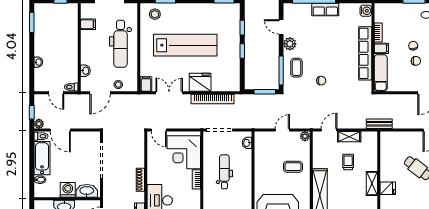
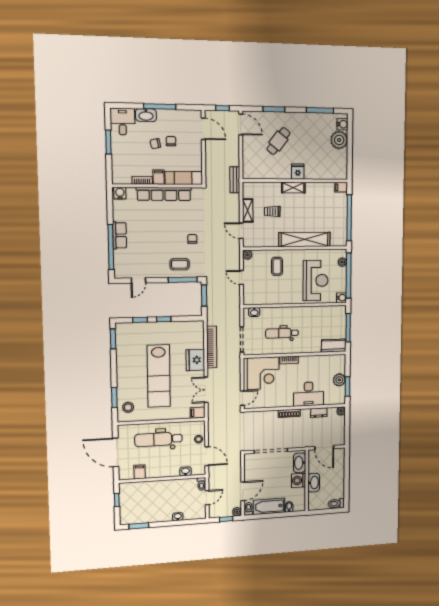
dental chair: (121, 44) -> (158, 439), turned 180
plant: (290, 44) -> (155, 271), removed
lab bench: (185, 45) -> (159, 376), turned 180

